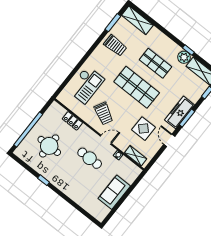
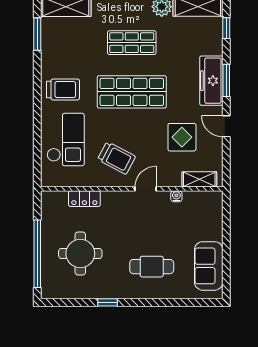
trolley: (115, 45) -> (63, 89), moved
cafe table: (90, 158) -> (152, 267), moved
sofa: (114, 192) -> (209, 266), moved

